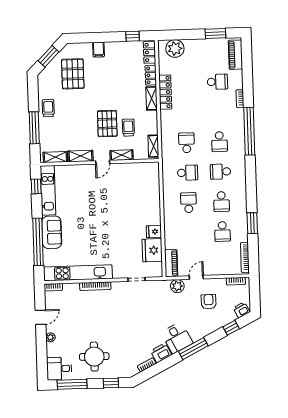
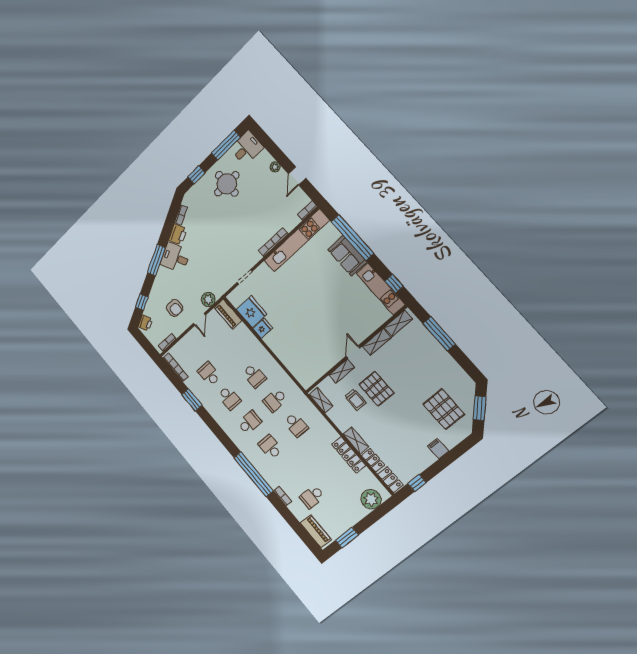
trolley: (48, 108) -> (441, 361), removed
school desk: (221, 202) -> (229, 398), turned 180

